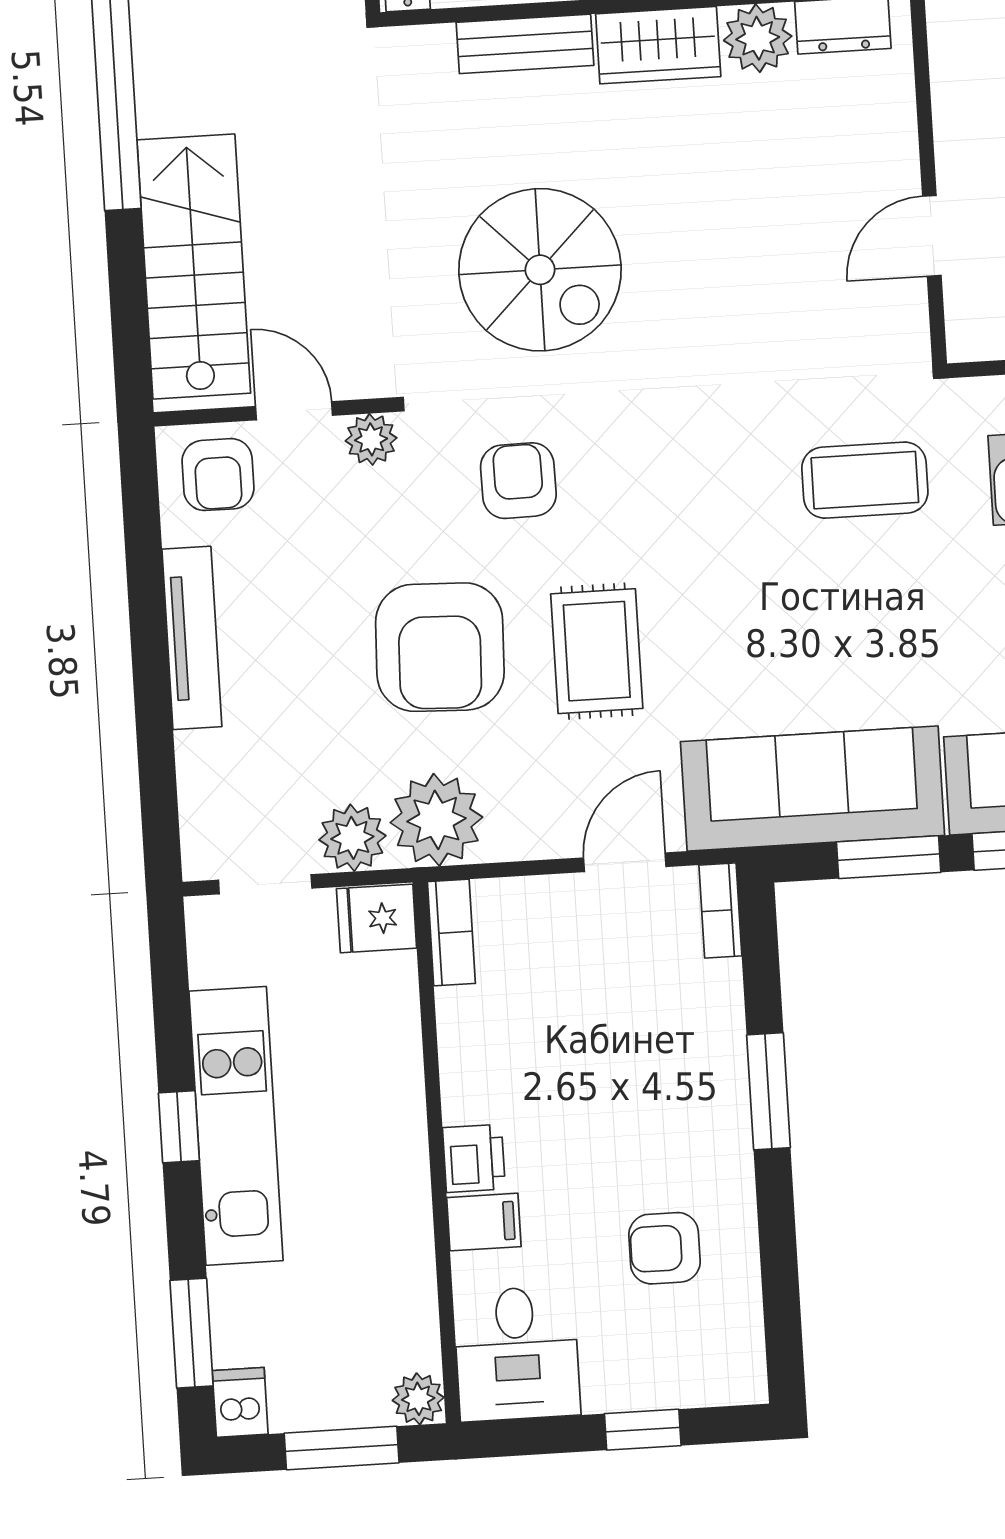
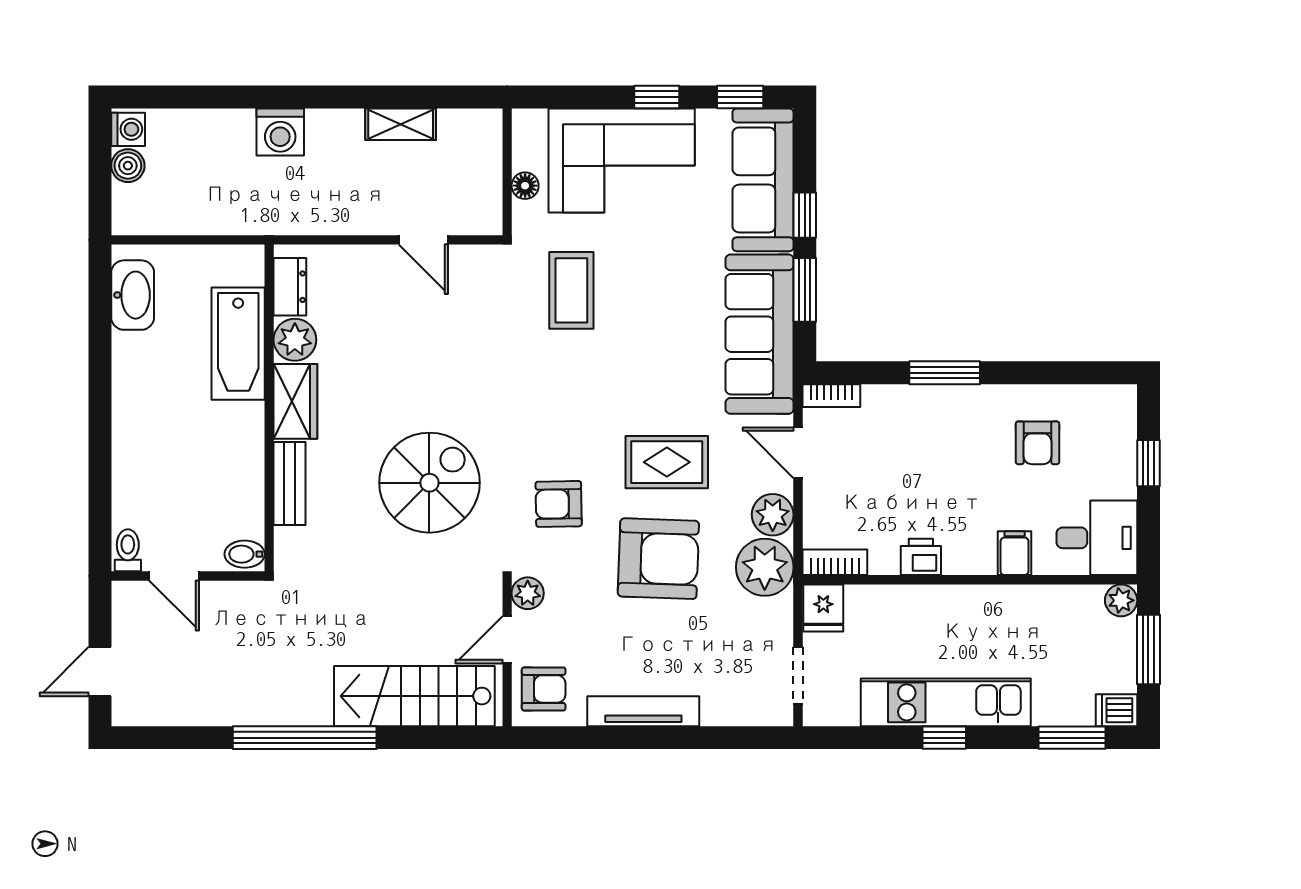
plant: (352, 838) -> (773, 515), moved
printer: (474, 1158) -> (921, 557), moved

